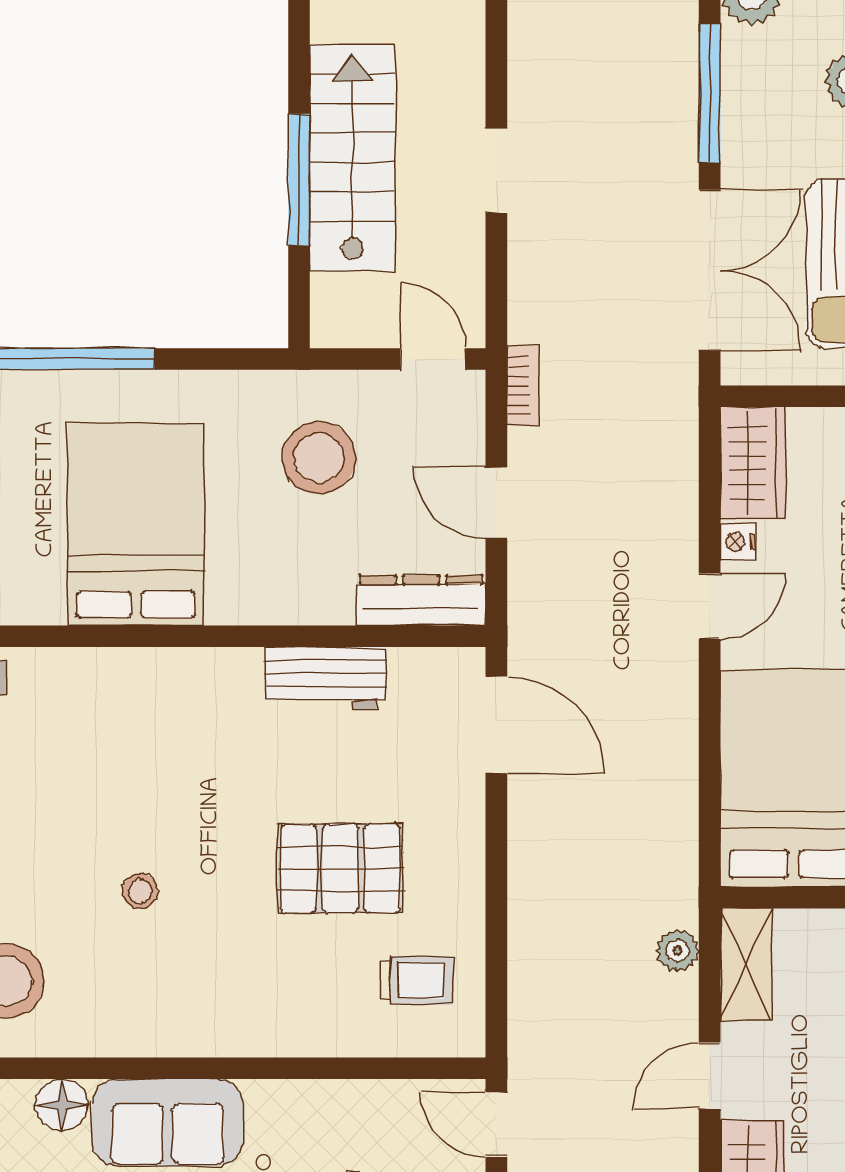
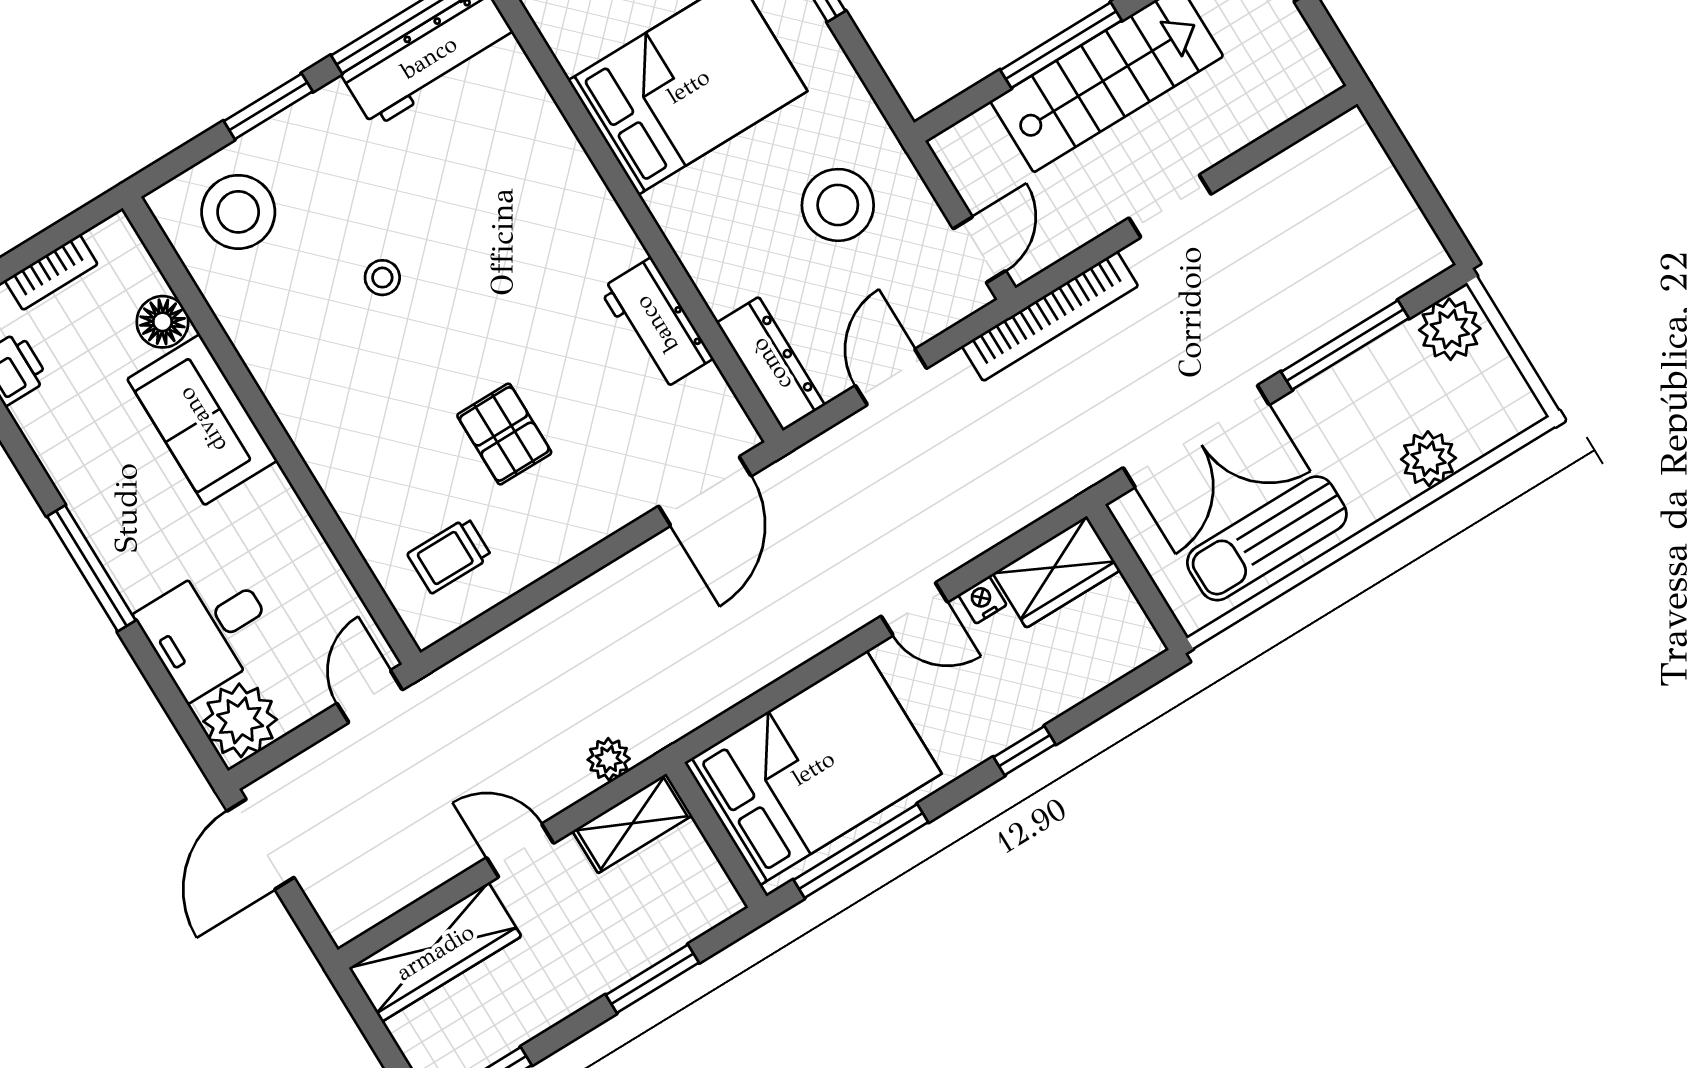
bookcase: (523, 386) -> (1050, 316), width x2.31, depth x1.31
pallet: (340, 868) -> (504, 434), width x0.67, depth x0.71
trolley: (416, 980) -> (449, 555), turned 89

